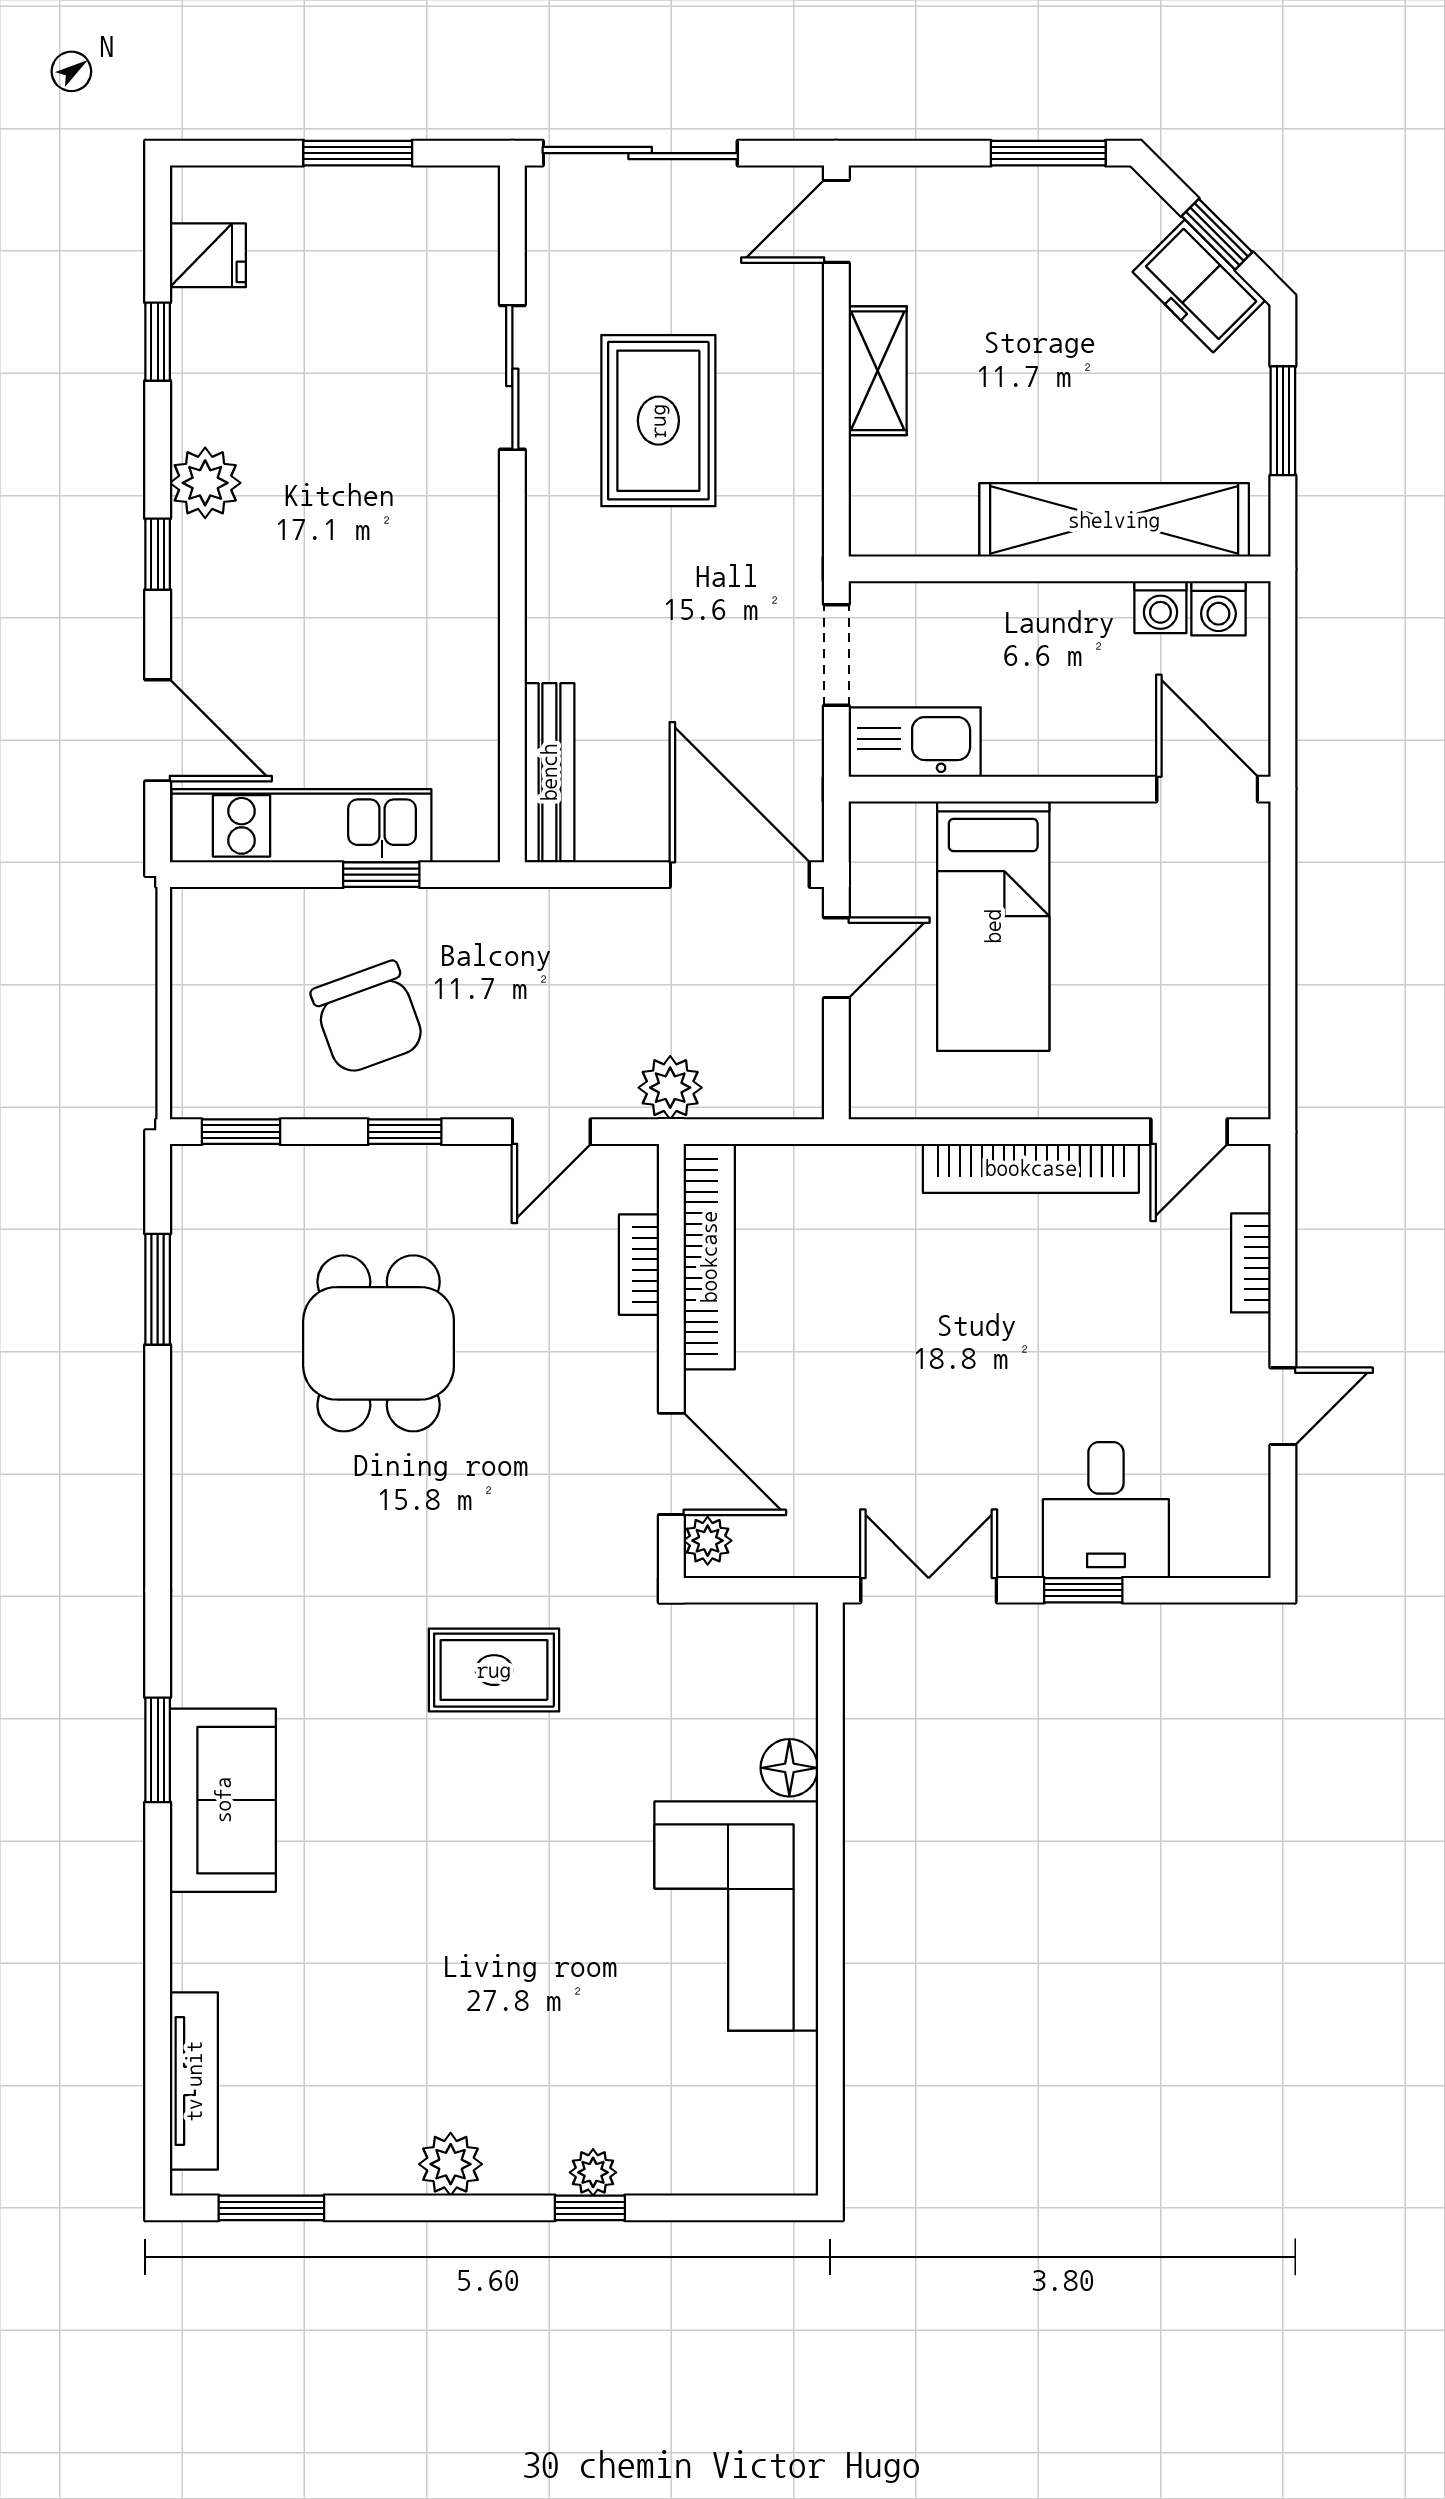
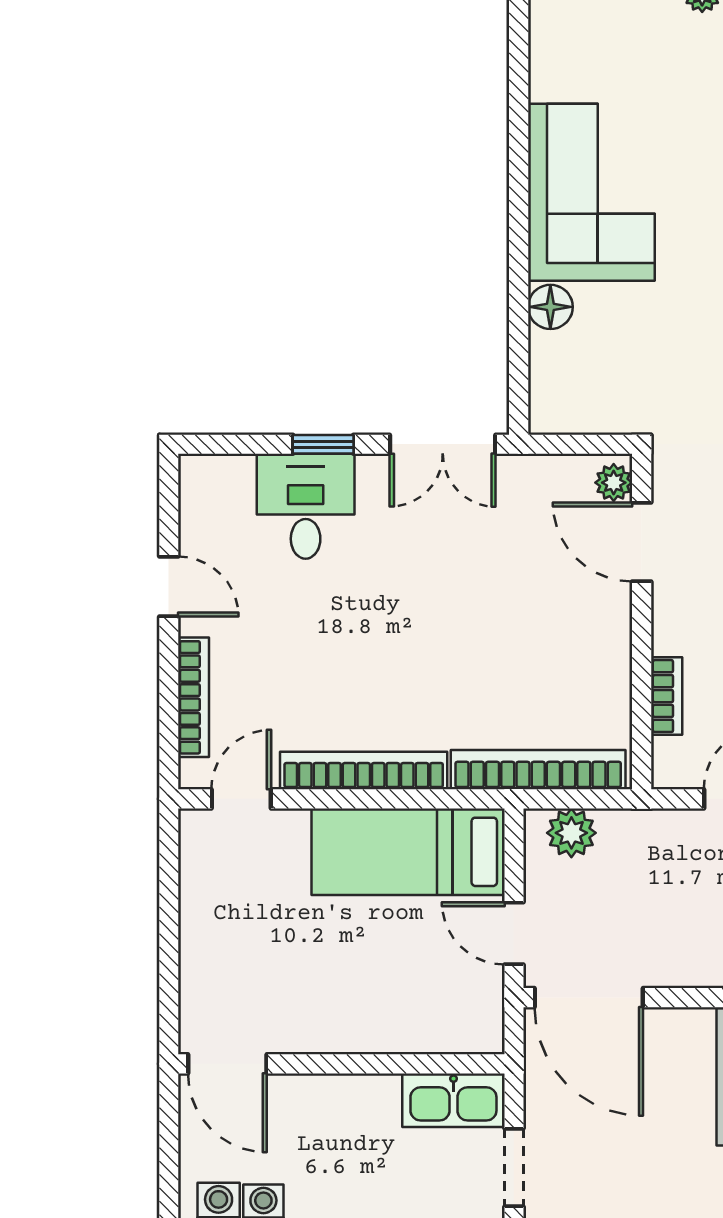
bed: (993, 926) -> (408, 852), moved, turned -90
door: (836, 958) -> (514, 933), hinge flipped
plant: (670, 1088) -> (571, 833), moved
bookcase: (709, 1257) -> (538, 770), moved, turned 90
bookcase: (1251, 1263) -> (193, 697), width x1.56
door: (1283, 1406) -> (169, 587), swing flipped

